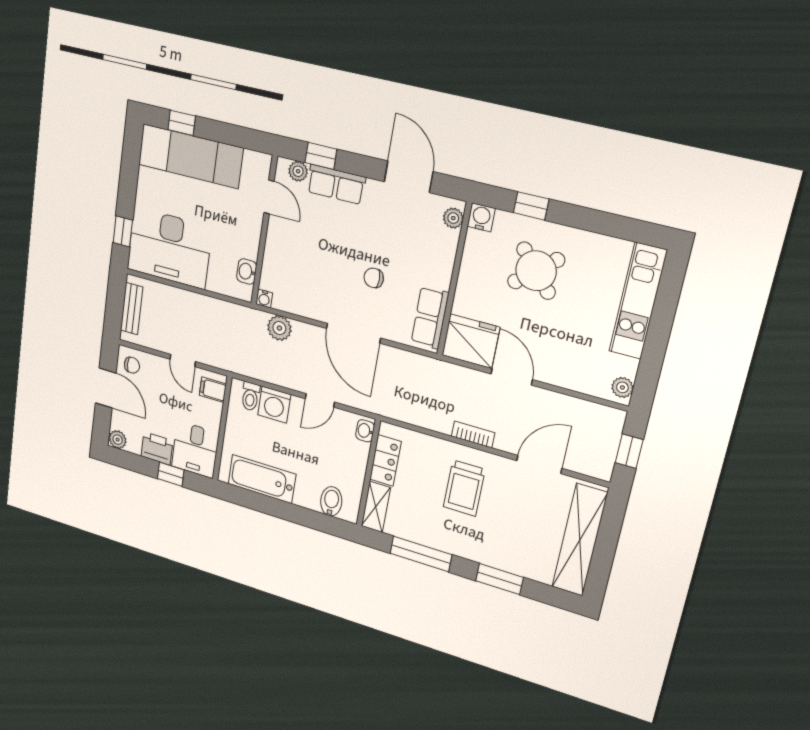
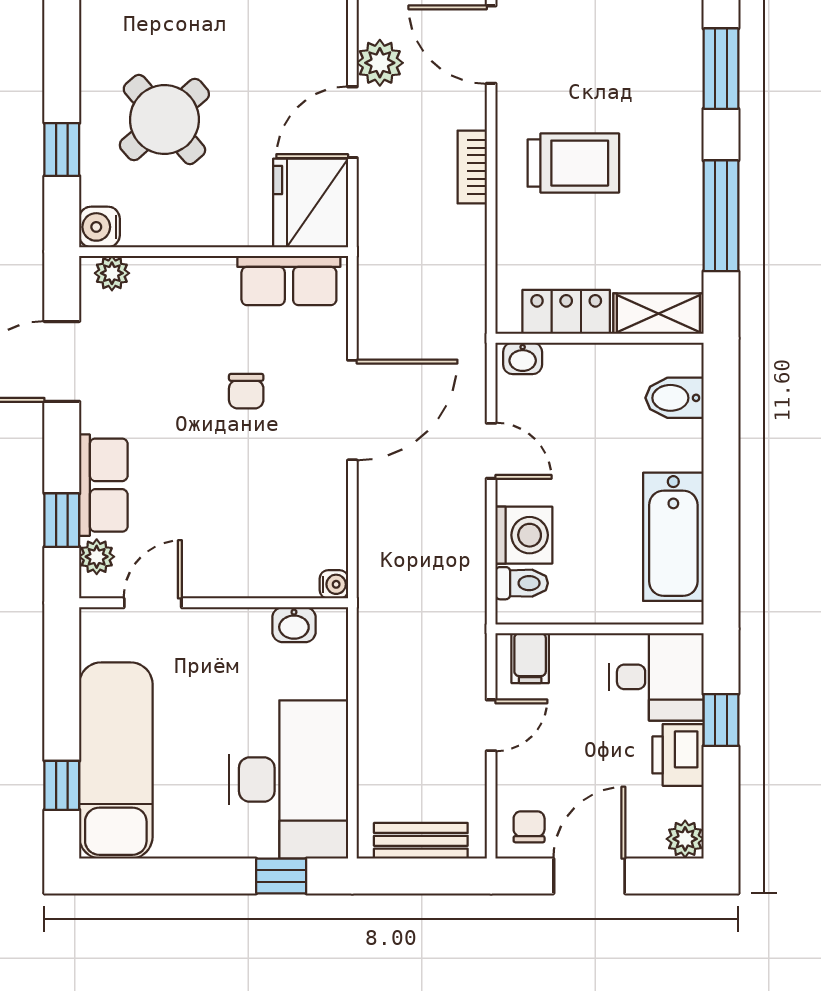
plant: (279, 328) -> (380, 63), moved

